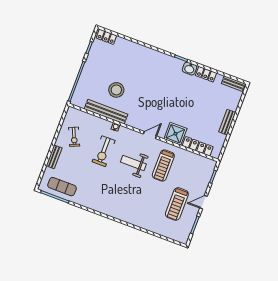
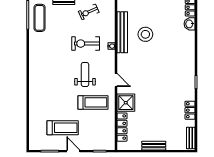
washbasin: (190, 69) -> (190, 24), moved
treadmill: (163, 165) -> (93, 102), turned 180
treadmill: (177, 204) -> (63, 128), turned 180

